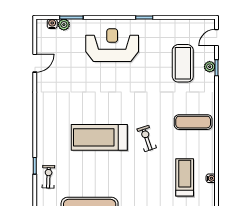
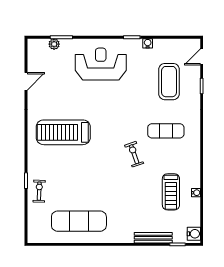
water cooler: (52, 24) -> (148, 43), moved
plant: (210, 67) -> (195, 85), removed
exercise mat: (193, 122) -> (166, 131), moved
treadmill: (99, 137) -> (63, 132), moved
treadmill: (185, 177) -> (171, 192), turned 180

